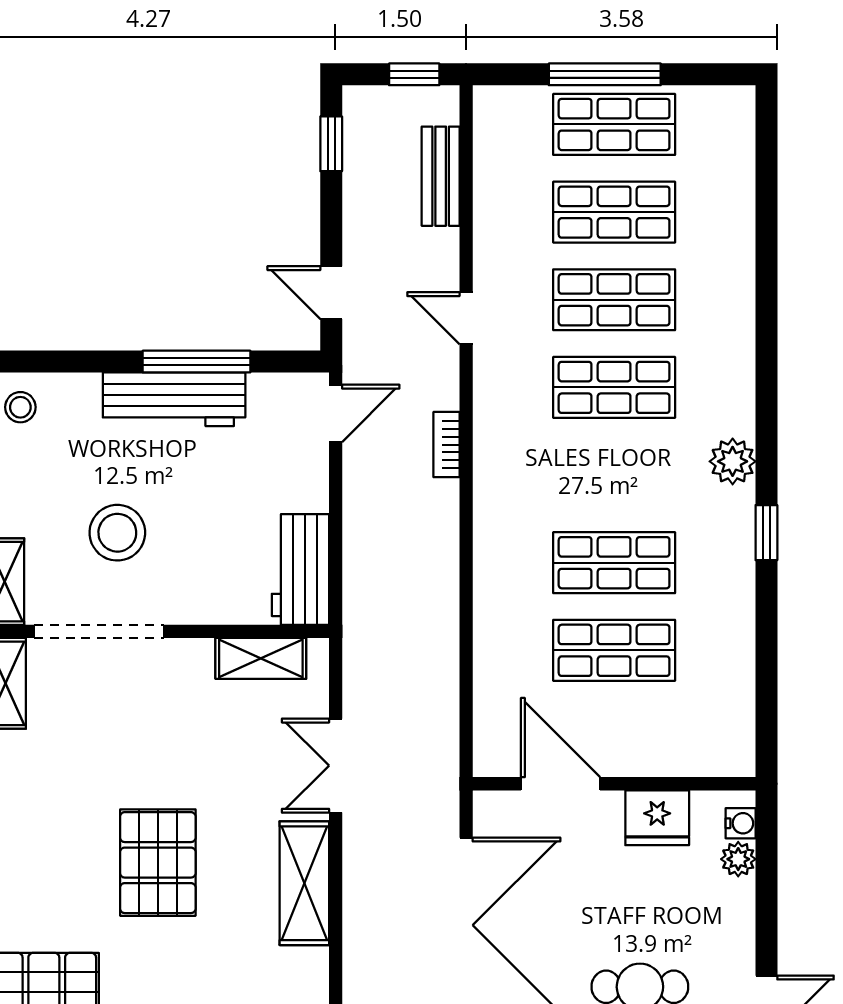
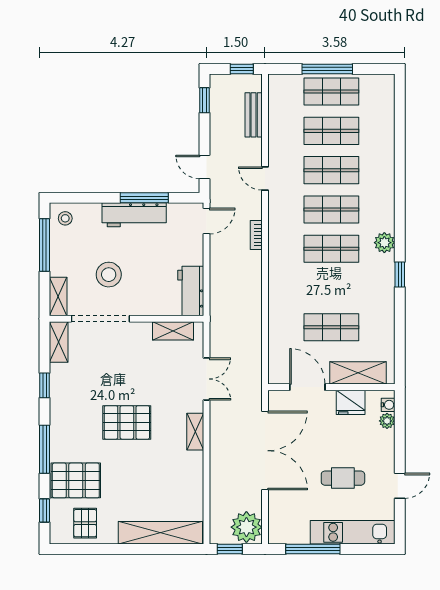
shop shelf: (614, 563) -> (331, 249), moved
shelving: (674, 752) -> (358, 373), added
double door: (336, 766) -> (207, 379), swing flipped
pallet: (158, 863) -> (127, 422), turned 90
shelving: (304, 883) -> (195, 432), width x0.67, depth x0.75

